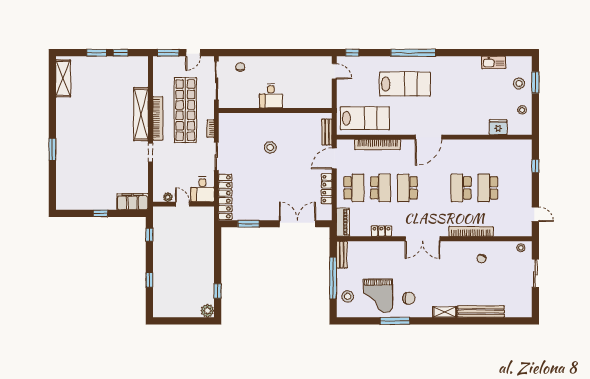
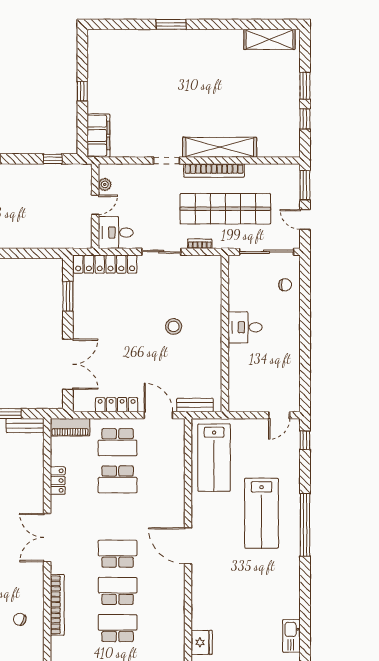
bookcase: (377, 145) -> (178, 475), removed
school desk: (407, 188) -> (118, 554), moved

